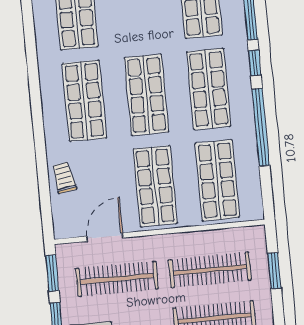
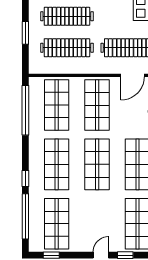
window: (261, 127) -> (25, 110), moved
window: (274, 271) -> (25, 33), moved

